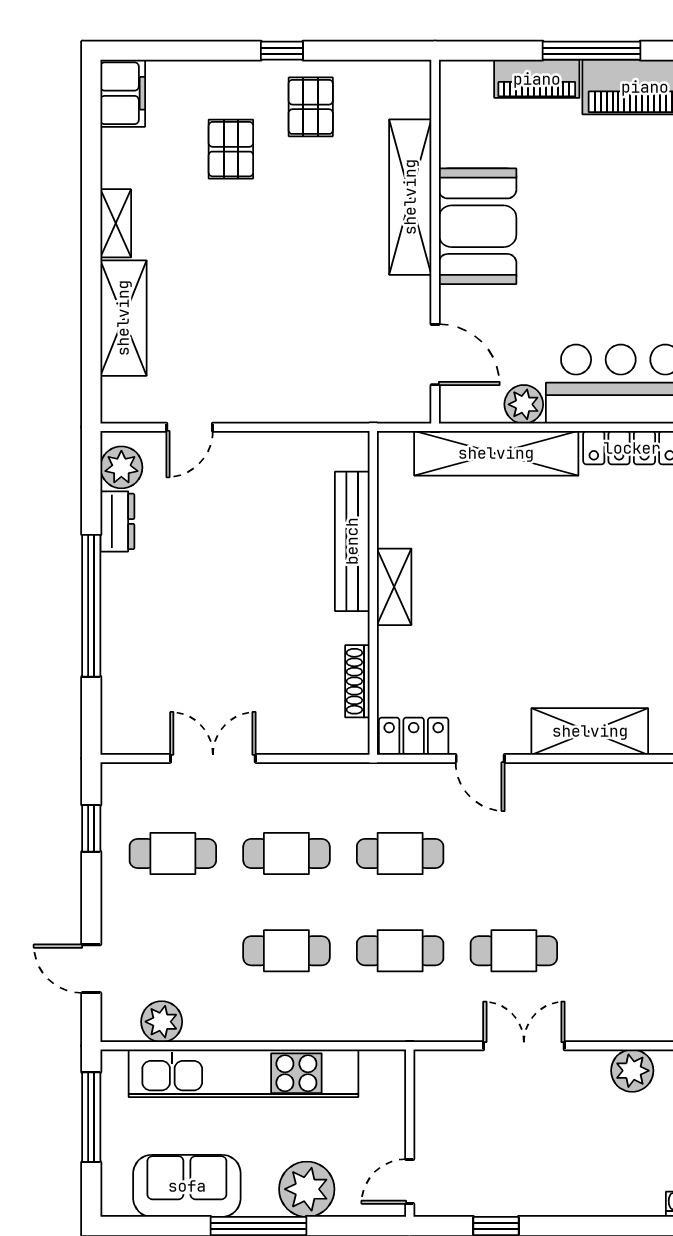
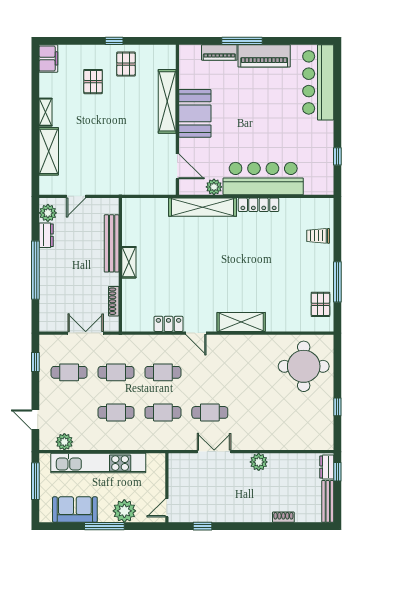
bench: (352, 541) -> (112, 243), moved
shelving: (394, 587) -> (129, 262), moved
wall: (373, 593) -> (120, 265), moved
shoe rack: (357, 681) -> (114, 301), moved

